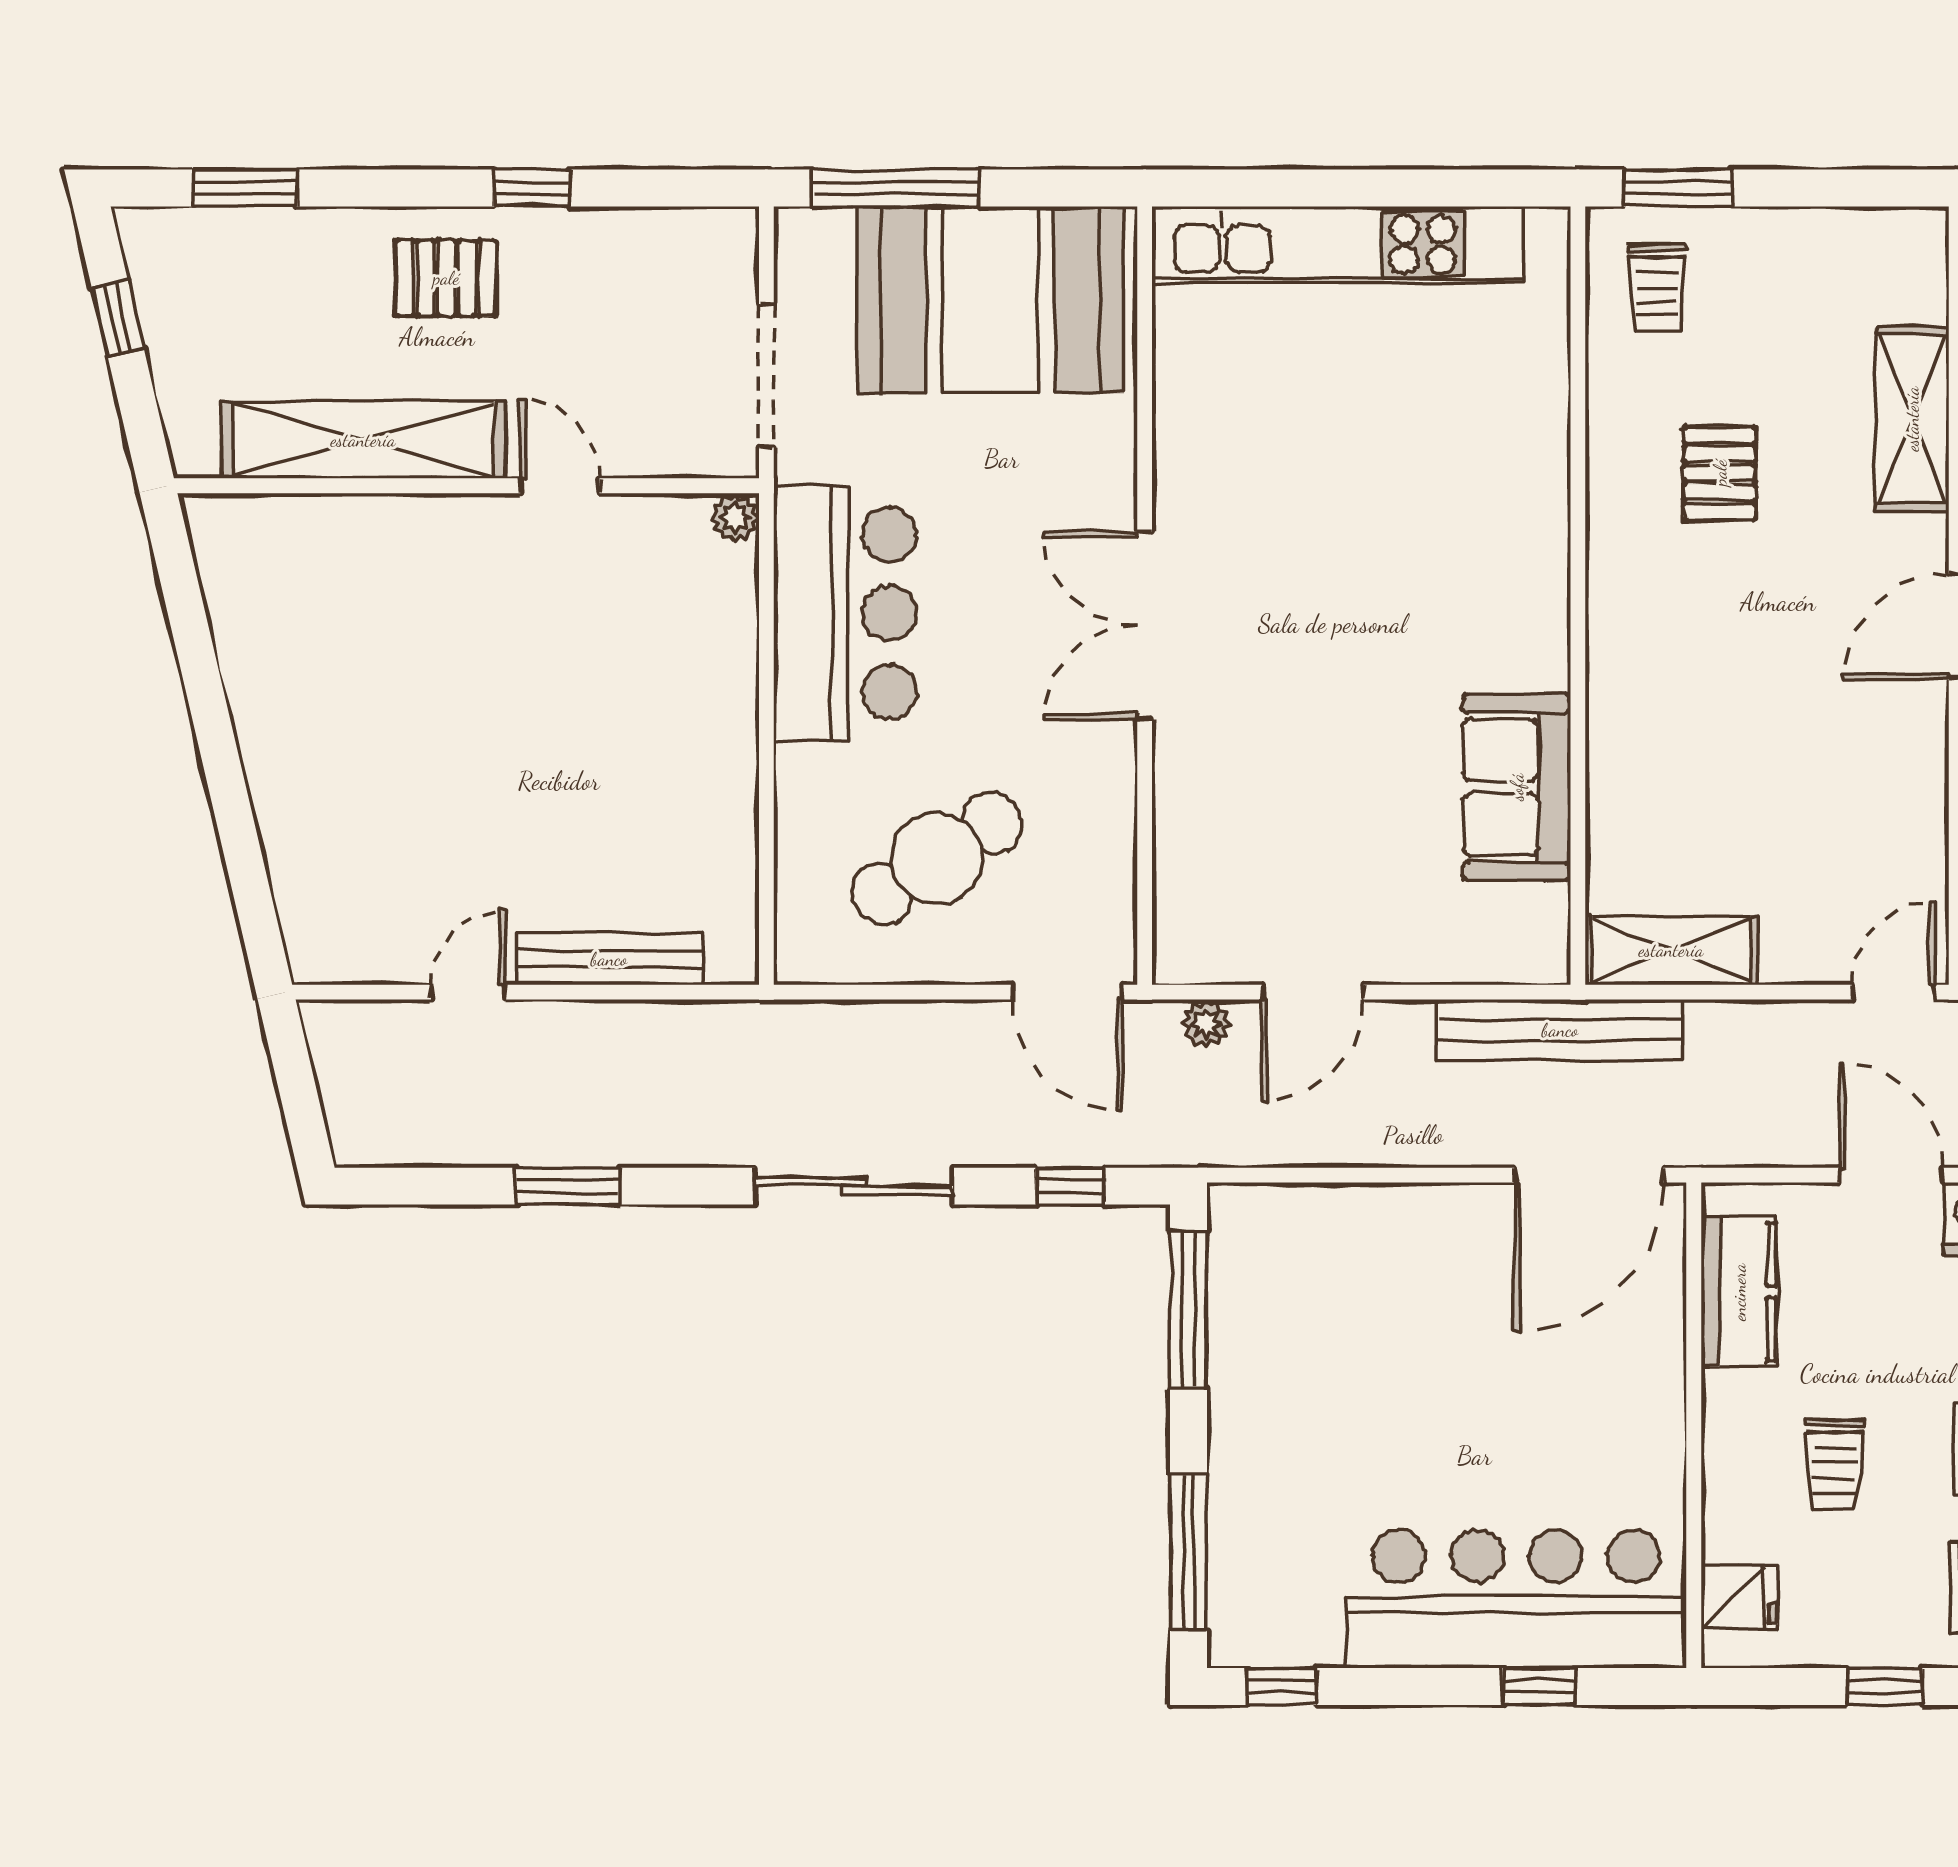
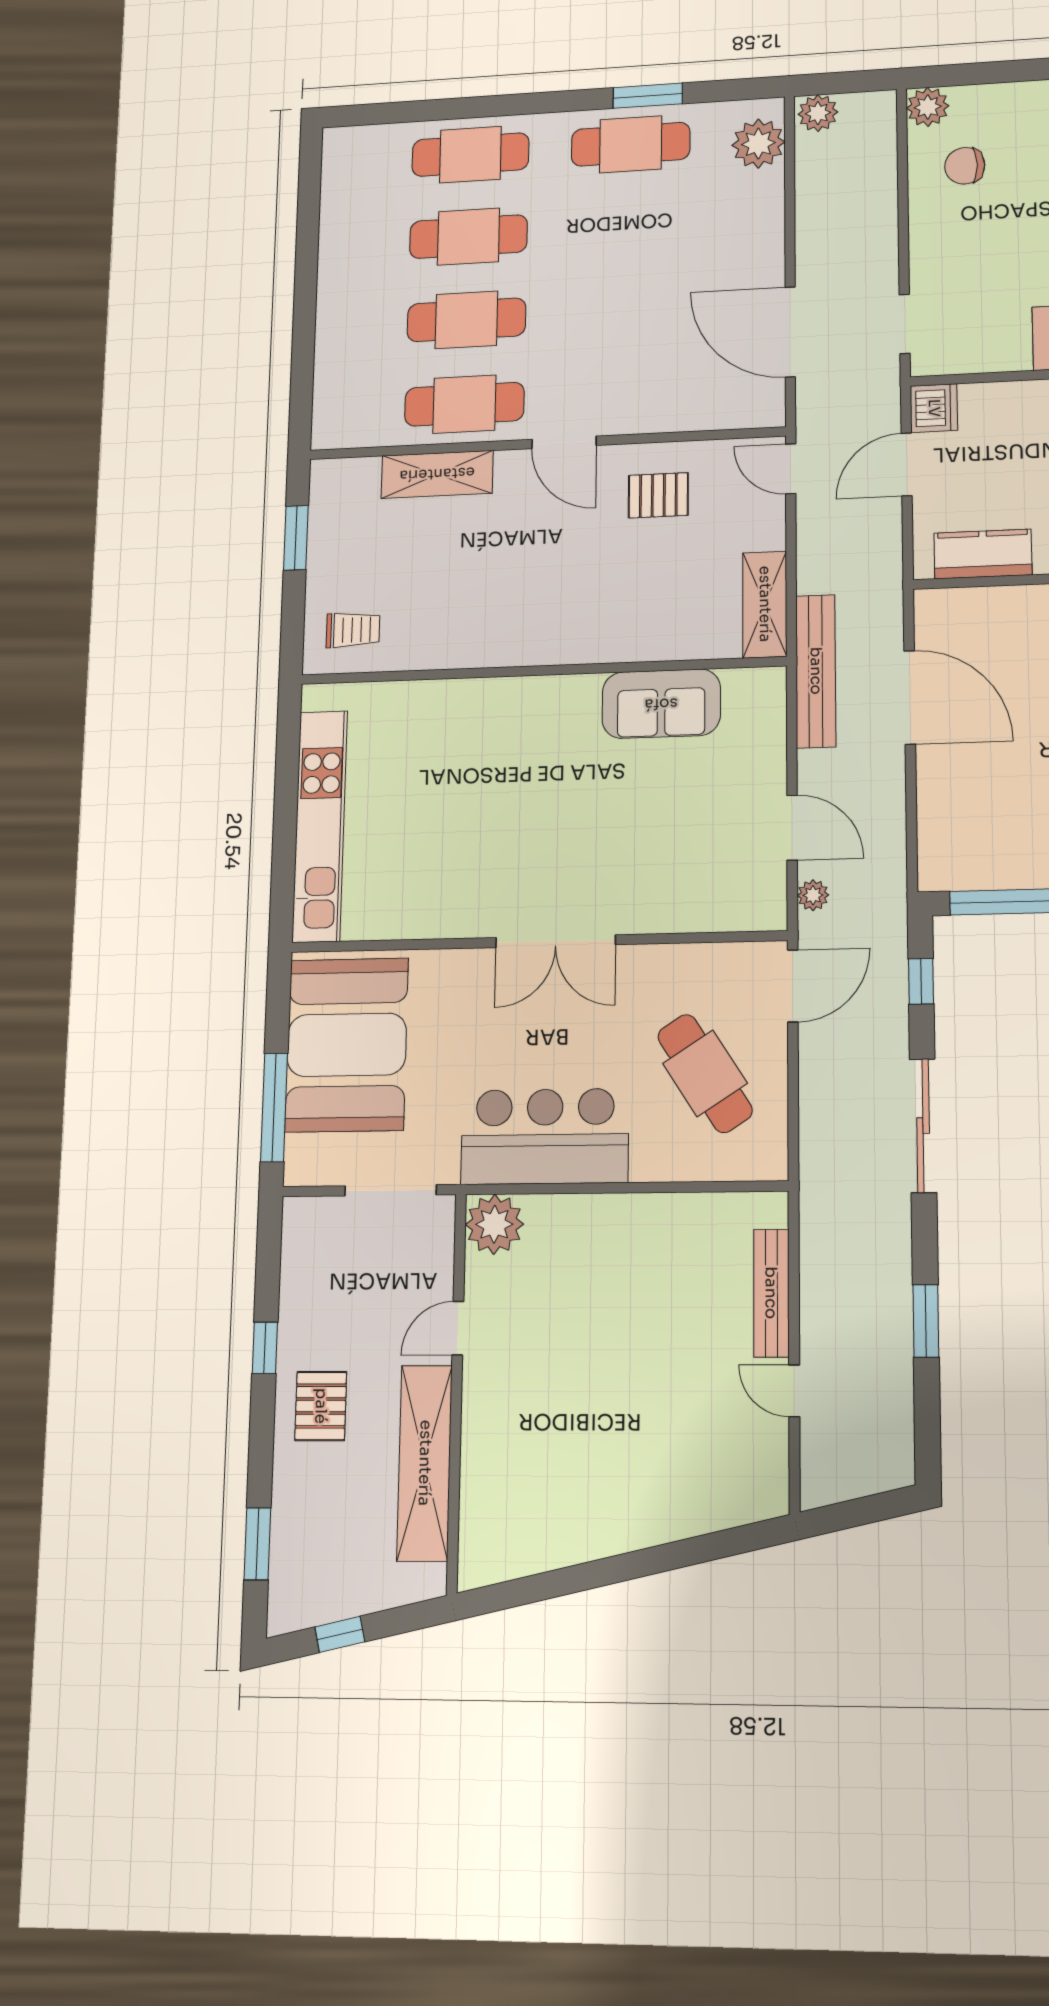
window: (1678, 188) -> (296, 538), moved
pallet: (1720, 473) -> (658, 495), moved
plant: (735, 517) -> (494, 1224), width x1.88, depth x1.88
door: (1589, 1175) -> (910, 697), moved

